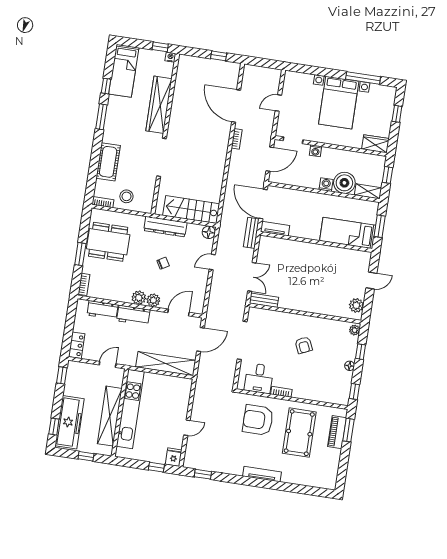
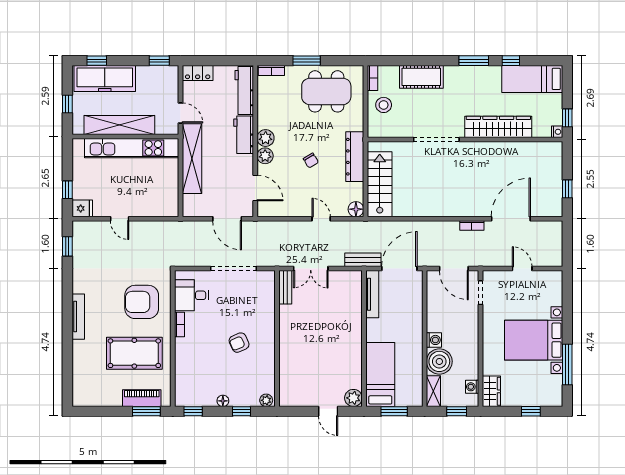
washing machine: (315, 151) -> (472, 387), moved
tv unit: (275, 229) -> (372, 294), width x1.41
dining table: (108, 242) -> (326, 91), turned 90
plant: (356, 305) -> (353, 398), moved
workbench: (102, 310) -> (244, 91), width x1.38
shelving: (166, 364) -> (192, 159), moved
armchair: (258, 420) -> (142, 302), turned -90

